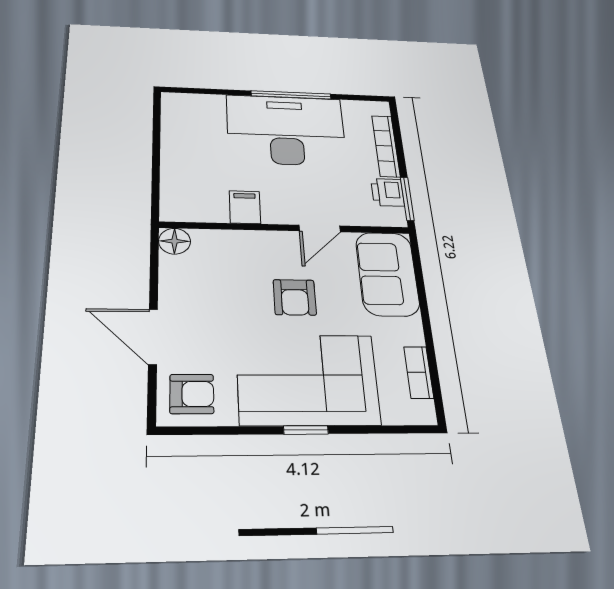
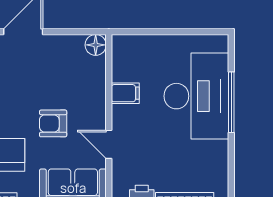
window: (291, 95) -> (231, 102), moved
desk: (286, 130) -> (196, 96), moved

